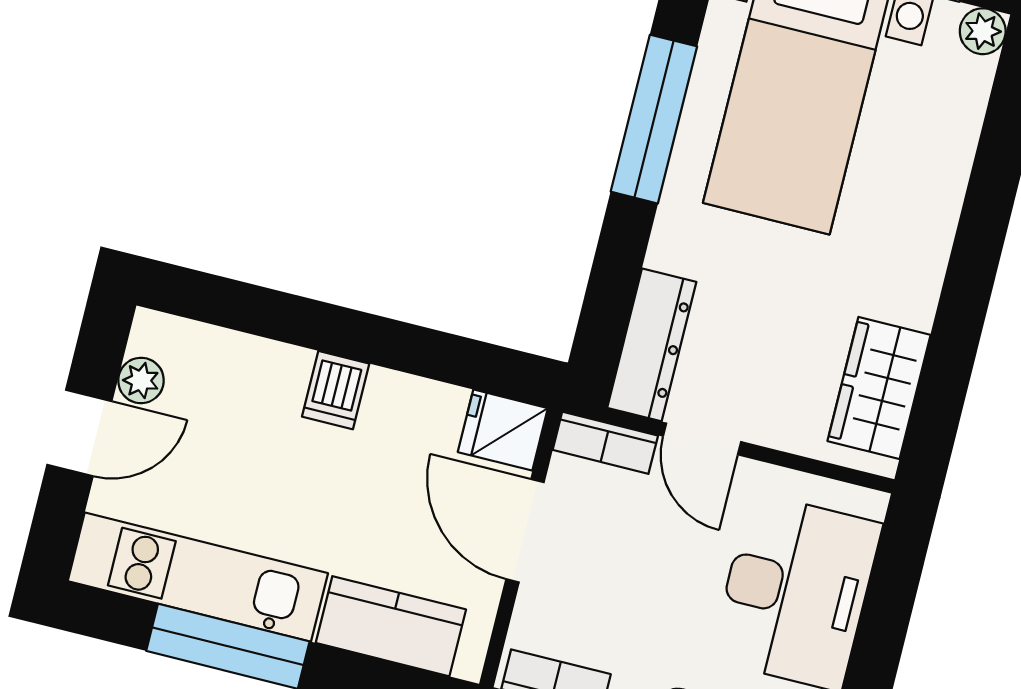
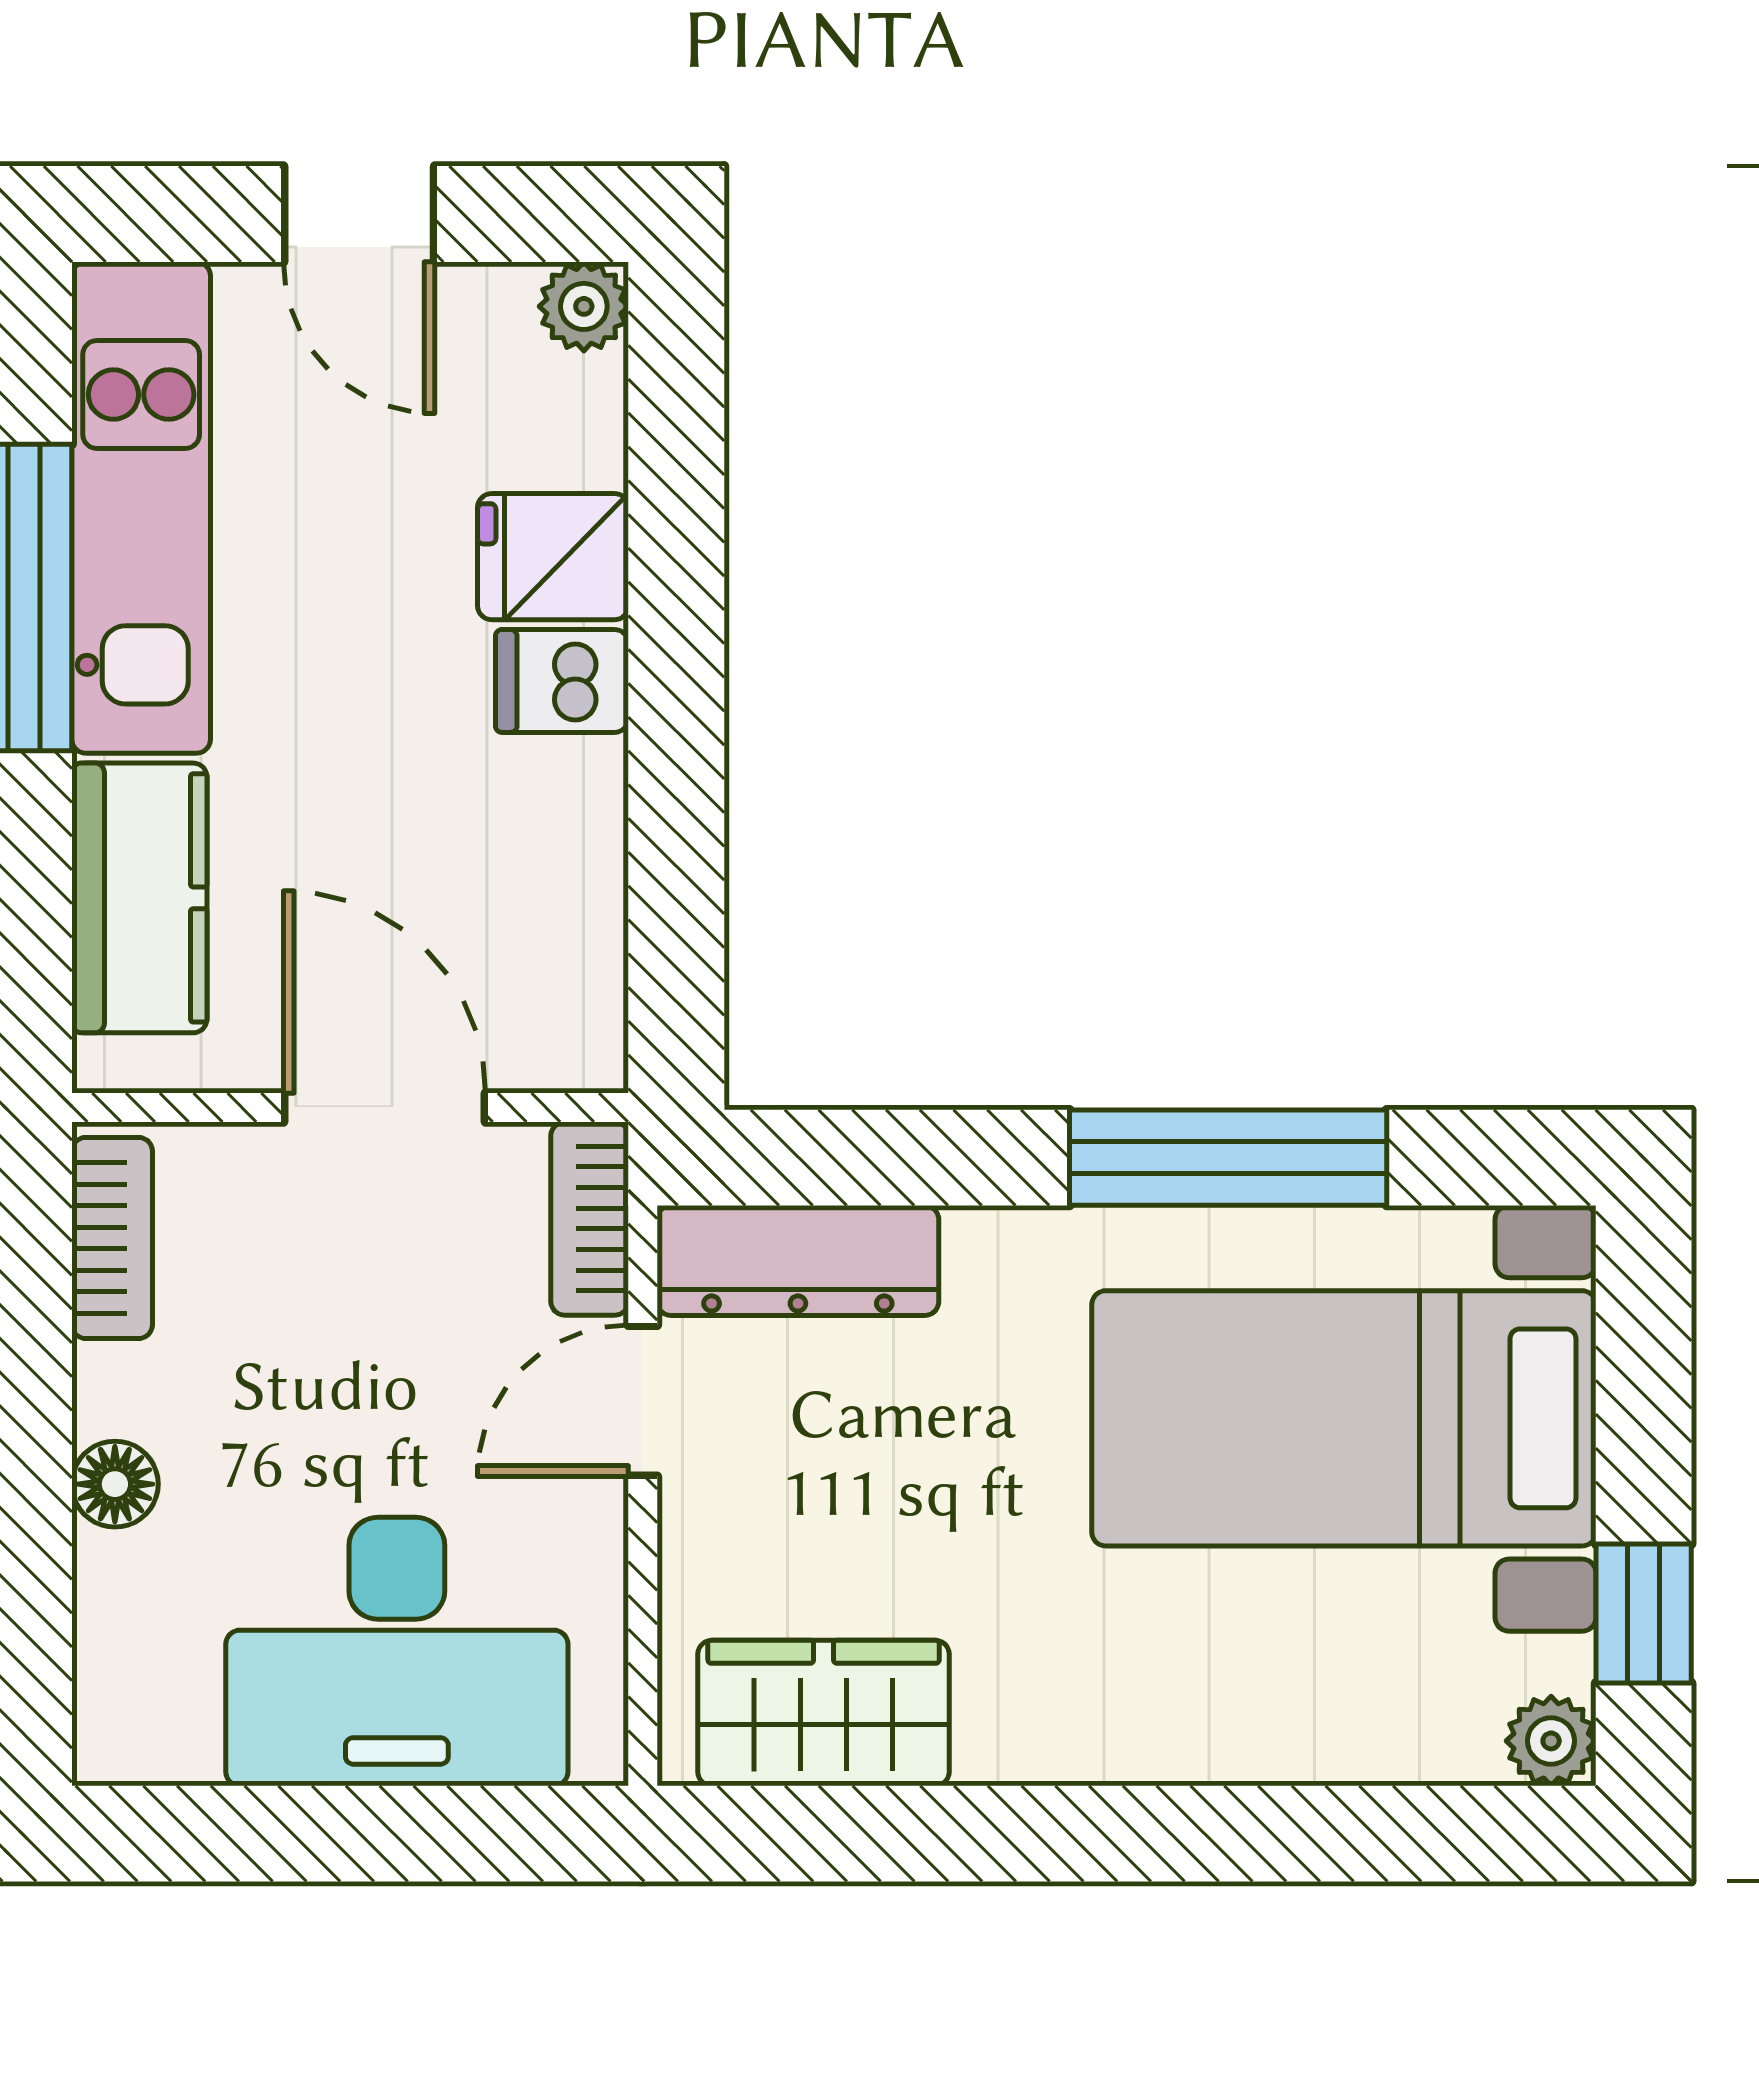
plant: (141, 380) -> (584, 306), moved
fridge: (503, 430) -> (553, 557), moved, turned -90
door: (525, 531) -> (385, 1107), hinge flipped

